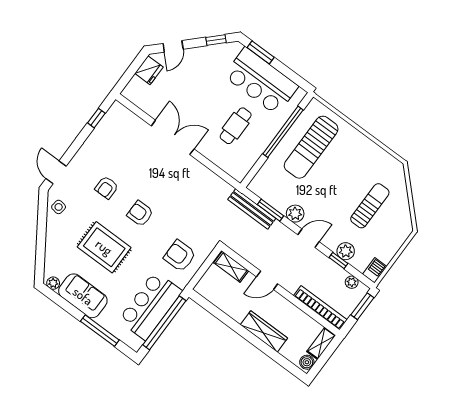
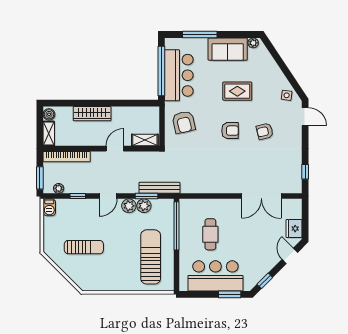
window: (283, 132) -> (176, 226), moved
double door: (173, 137) -> (261, 196), moved
armchair: (107, 188) -> (265, 131), turned -104
sun lounger: (370, 206) -> (84, 247), turned -90
rug: (104, 247) -> (237, 91), width x0.73, depth x0.70
plant: (346, 251) -> (144, 206), moved
armchair: (180, 256) -> (184, 122), turned 77

